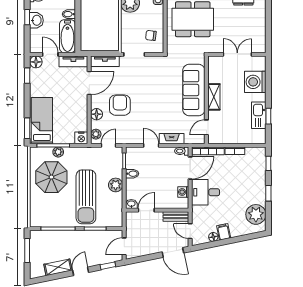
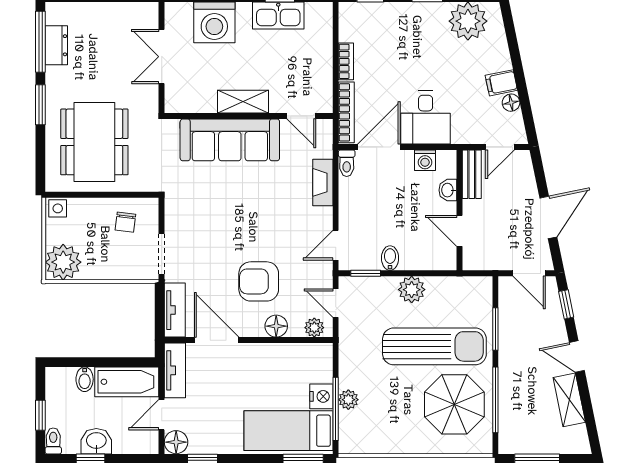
nightstand: (81, 138) -> (321, 396), moved
door: (151, 145) -> (336, 245), moved
door: (190, 168) -> (379, 147), hinge flipped
parasol: (51, 177) -> (454, 404), moved
washbasin: (131, 204) -> (448, 190), moved
door: (173, 252) -> (548, 217), moved

